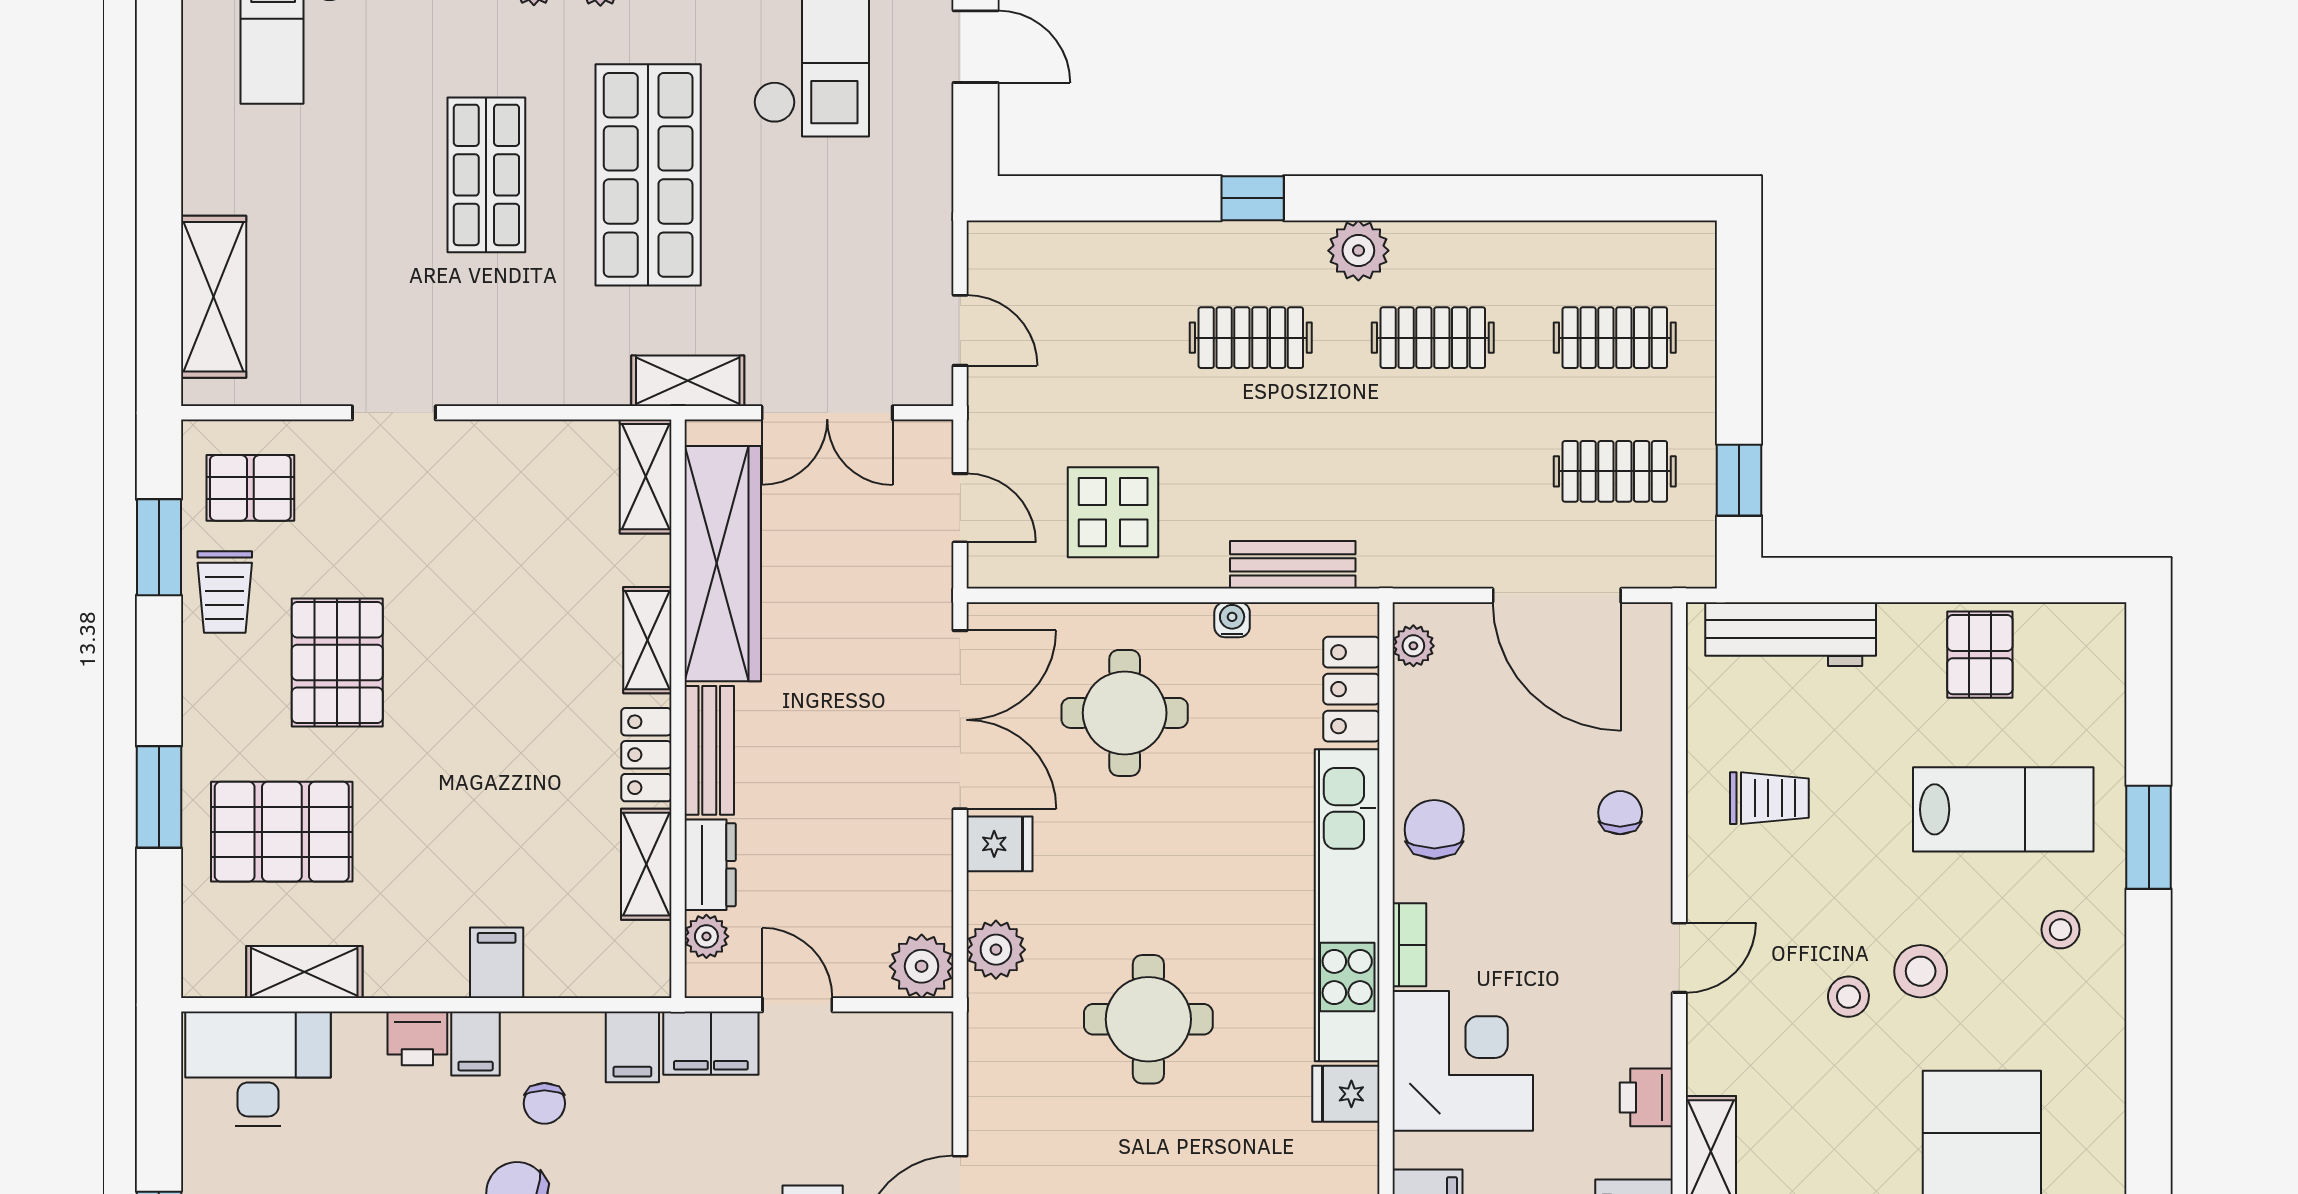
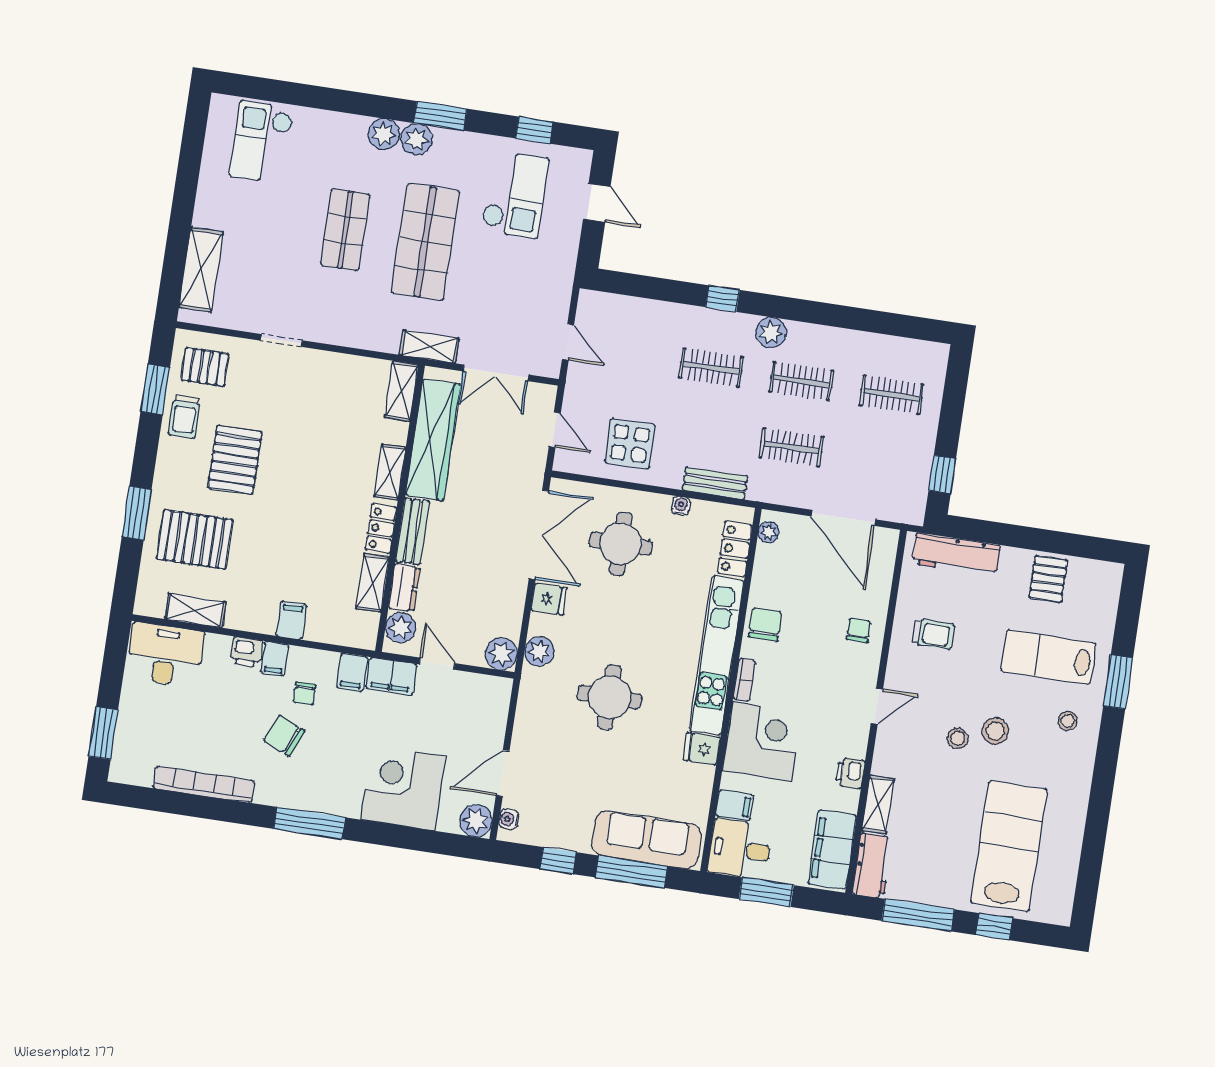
clothes rail: (1615, 471) -> (791, 447), moved
lab bench: (2003, 809) -> (1048, 657), turned 180
plant: (706, 936) -> (400, 628), width x1.38, depth x1.38

